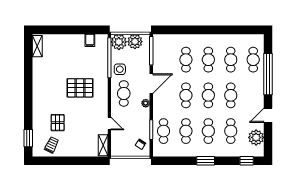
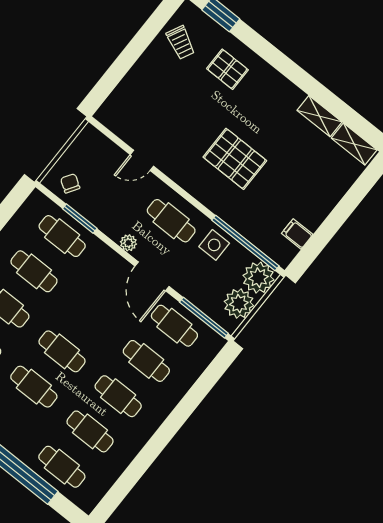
pallet: (80, 88) -> (235, 159), turned 90
cafe table: (186, 95) -> (174, 326), moved
pallet: (58, 123) -> (227, 69), moved
shelving: (103, 145) -> (319, 116), moved

